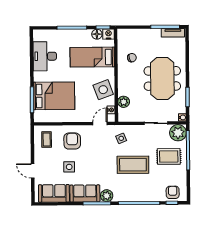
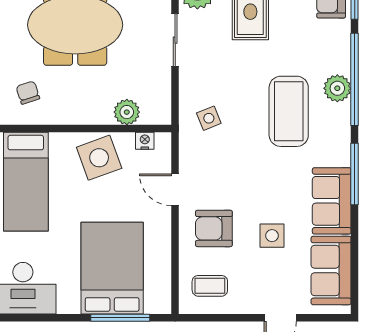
door: (100, 124) -> (175, 190), moved
coffee table: (133, 165) -> (289, 111), moved
plant: (107, 196) -> (337, 88), moved

